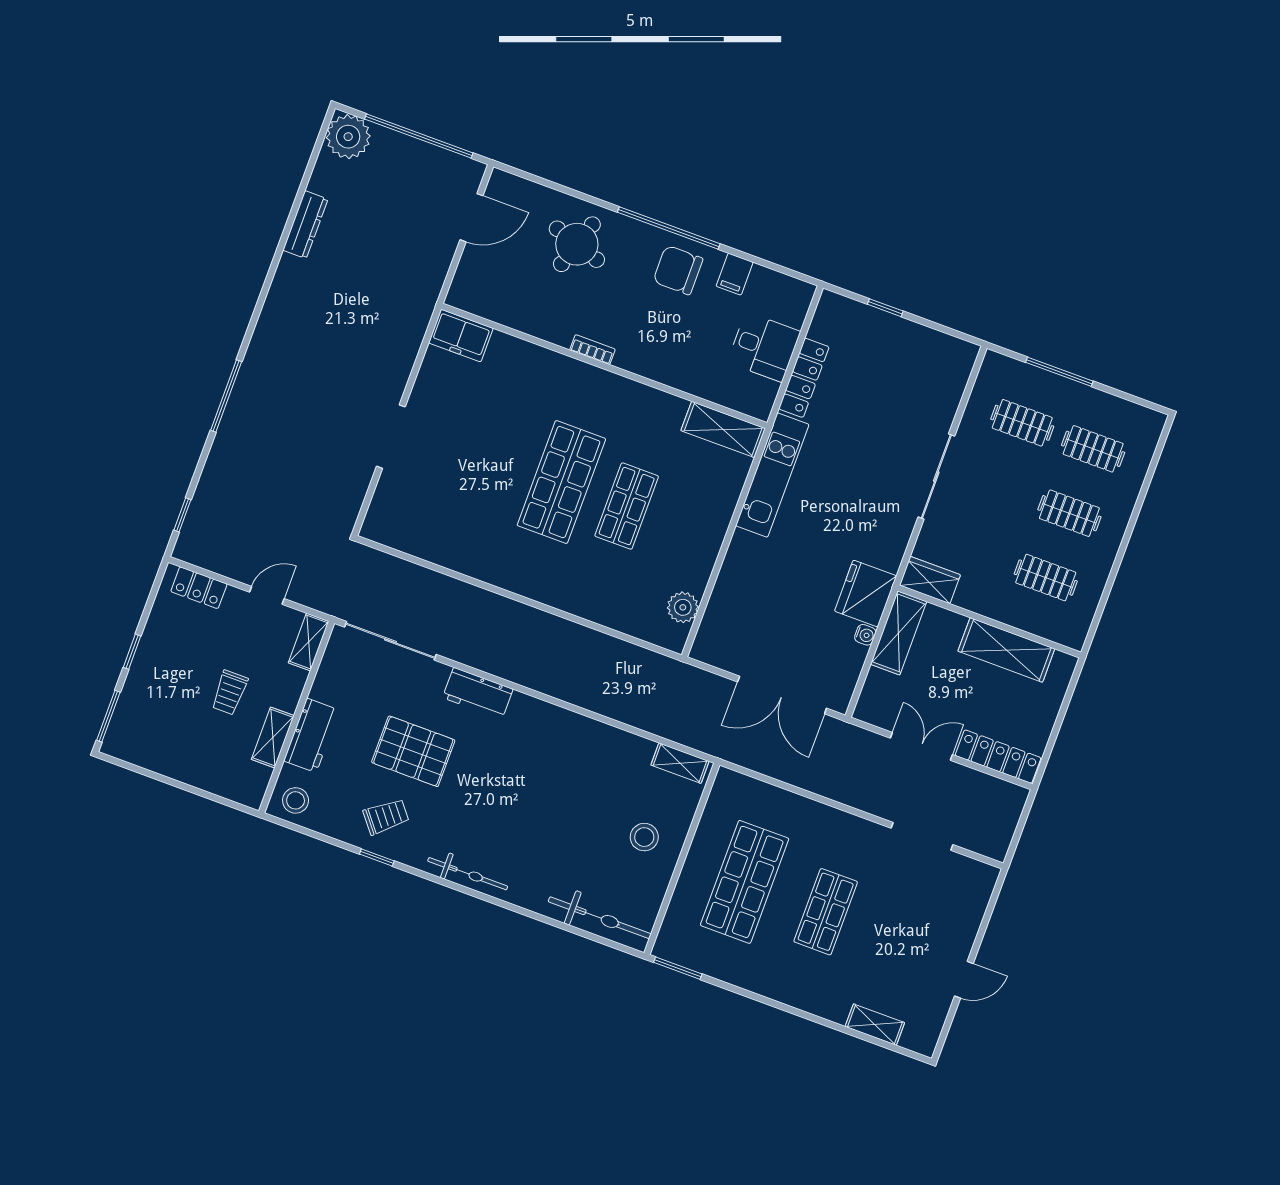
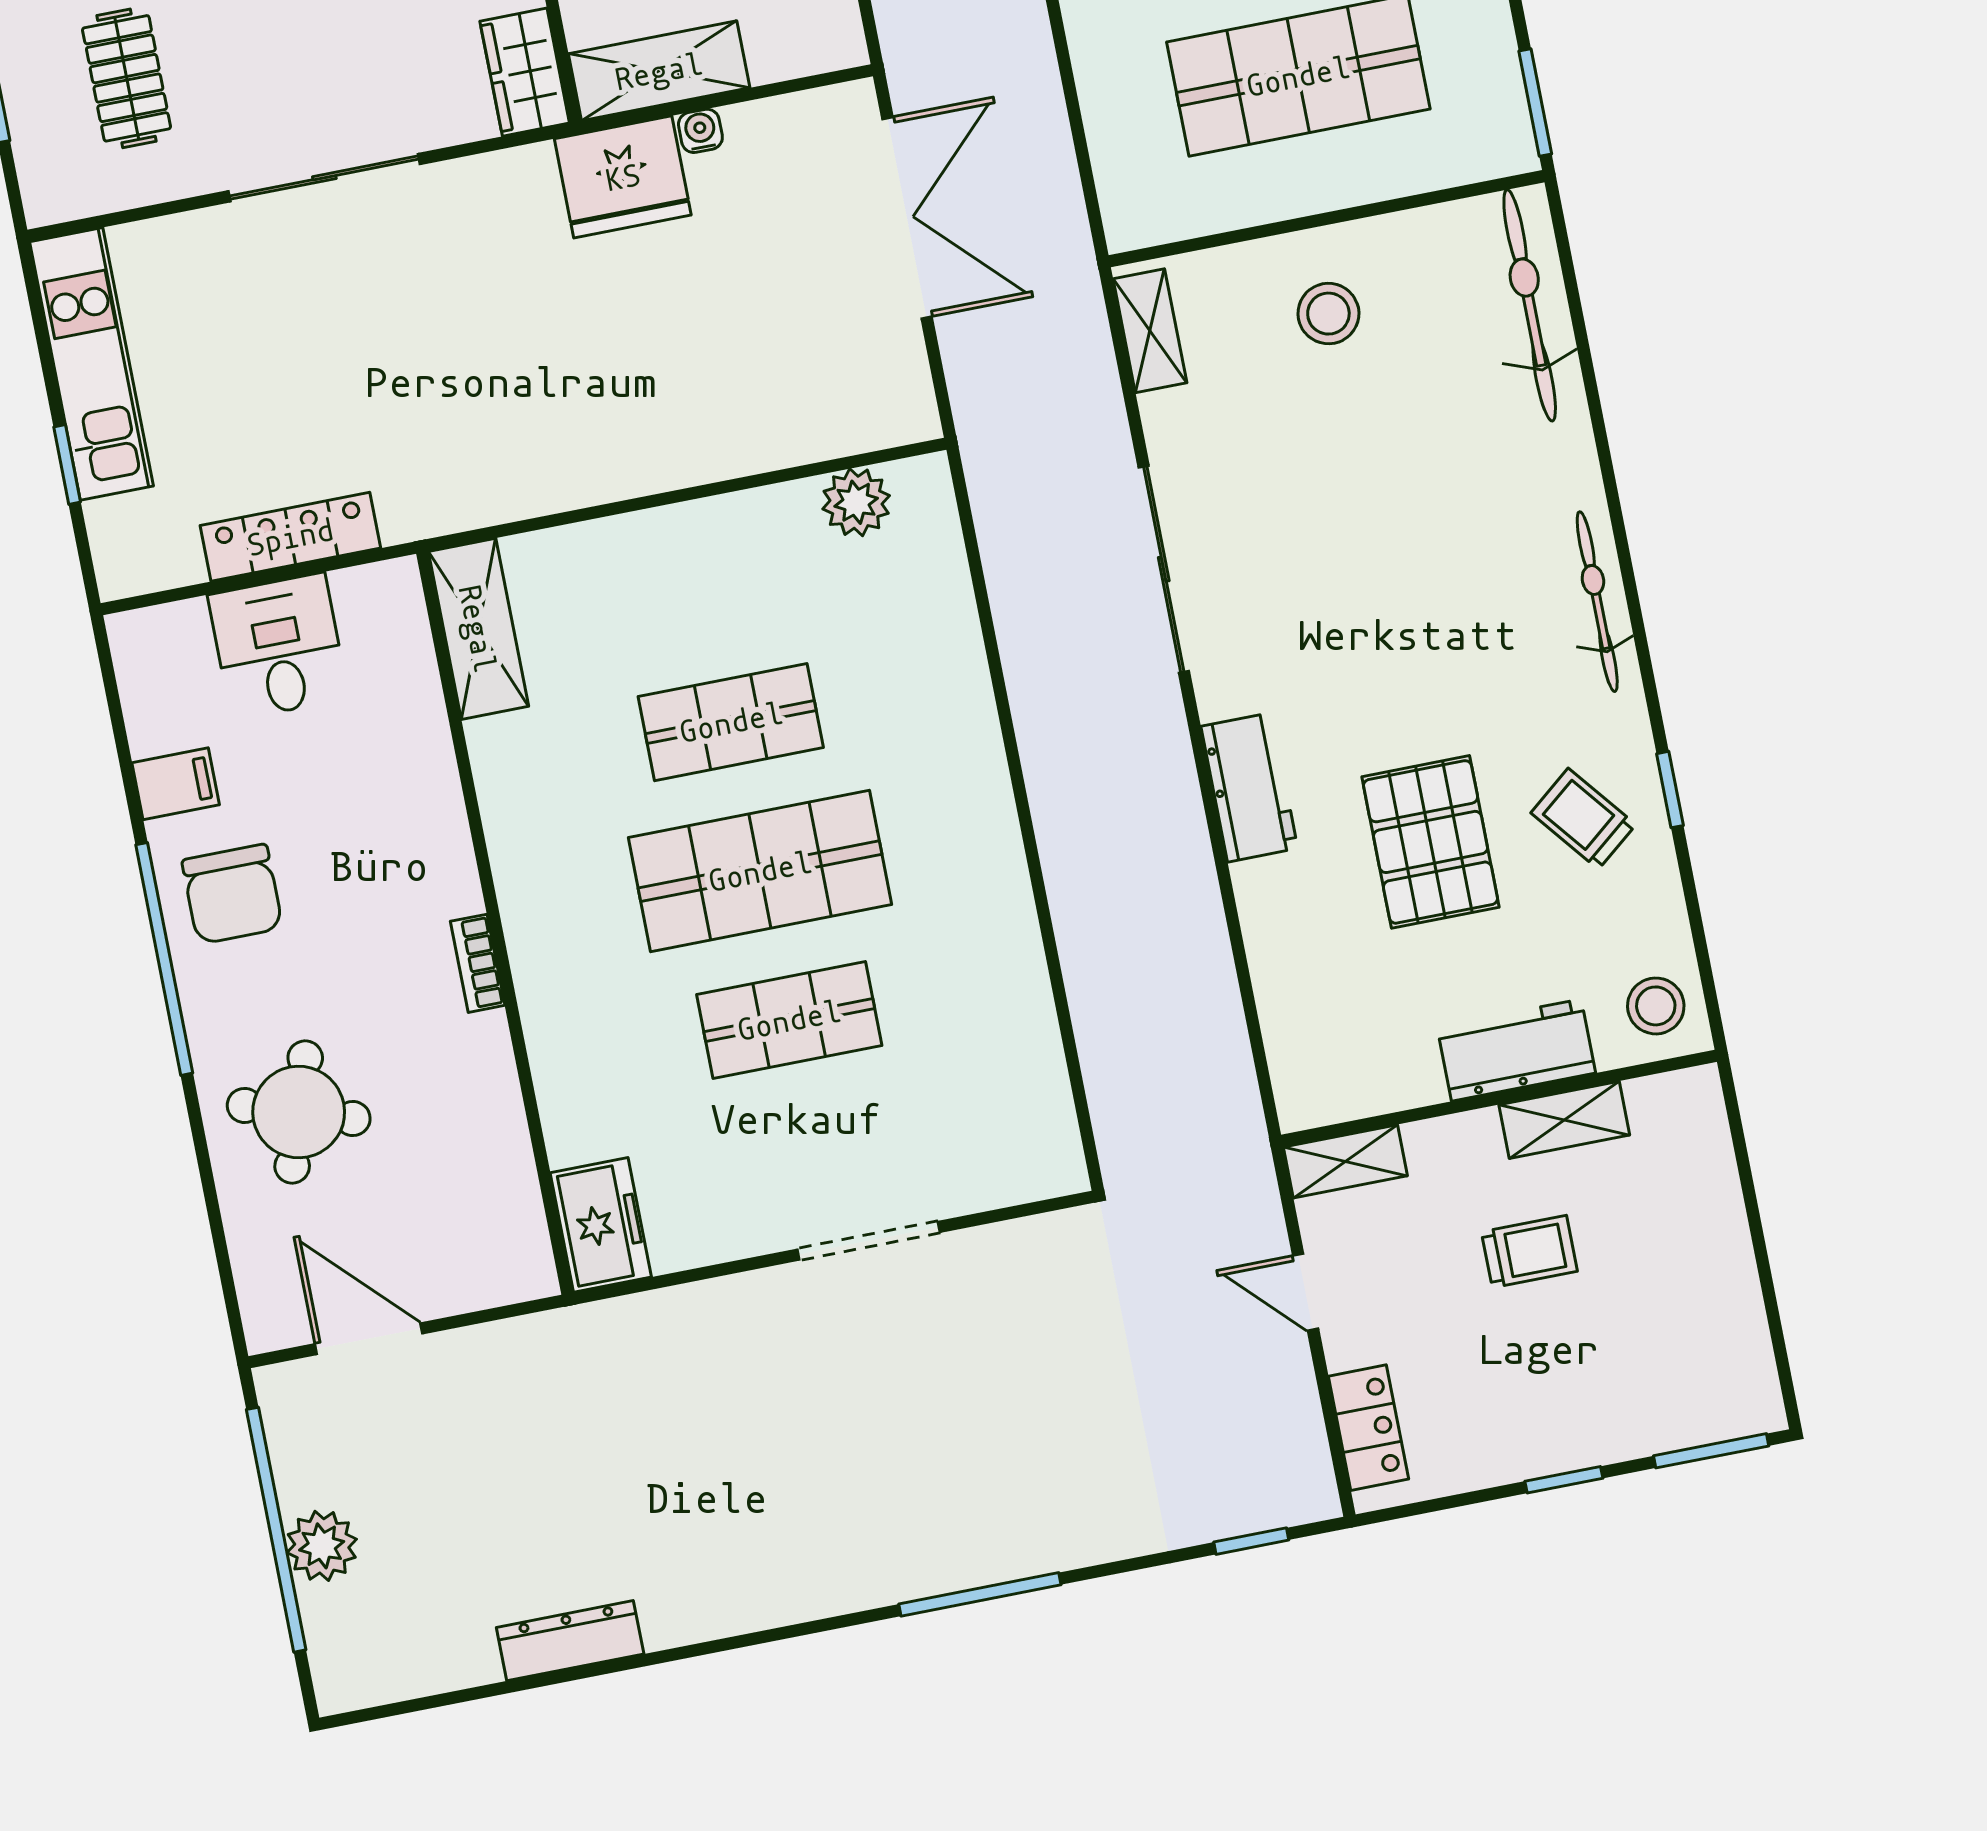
plant: (348, 137) -> (322, 1546), moved, width x0.73, depth x0.73
shop shelf: (496, 458) -> (789, 1020), added
kitchen unit: (772, 475) -> (92, 364), moved, turned 90
sliding door: (390, 641) -> (1164, 569), moved

